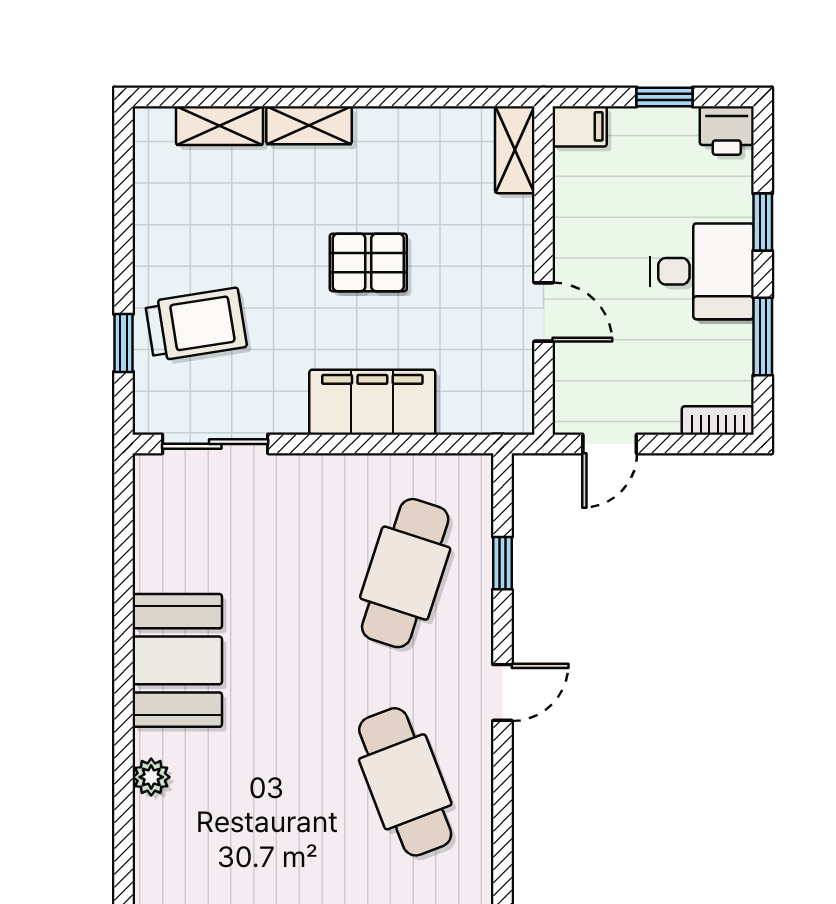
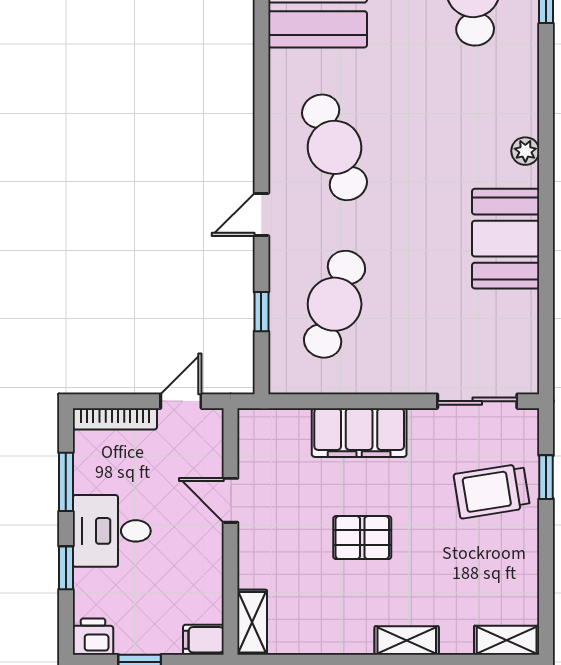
shelving: (219, 126) -> (507, 640), moved
bookcase: (718, 421) -> (115, 419), width x1.56

